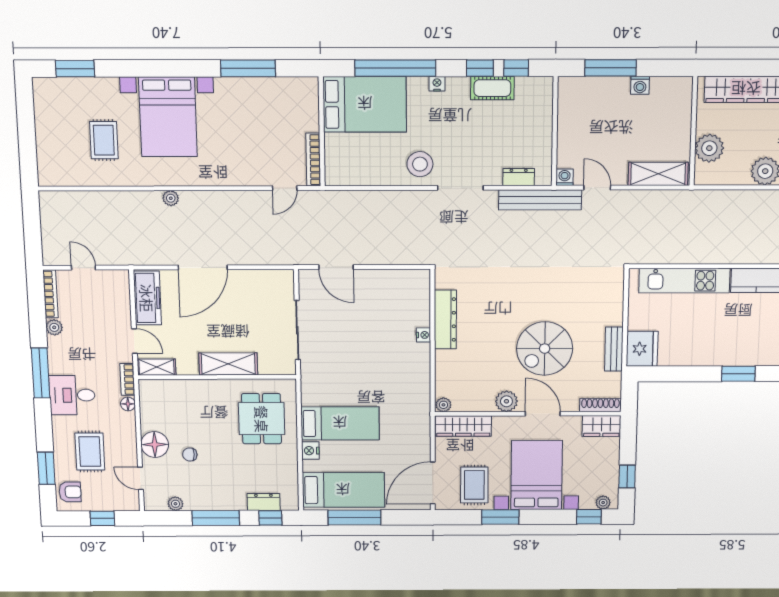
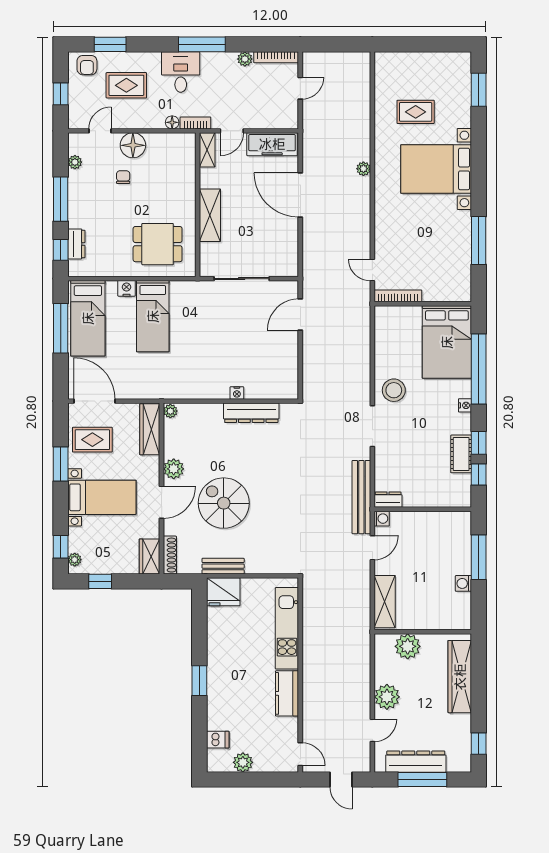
dresser: (519, 177) -> (388, 500), moved, turned -90
bed with nightstands: (537, 475) -> (102, 497), width x0.73

